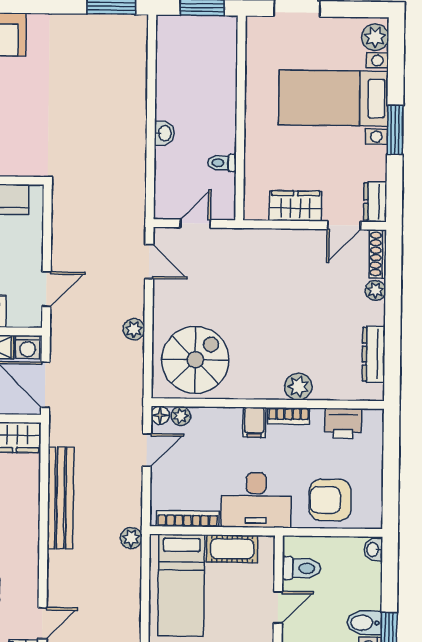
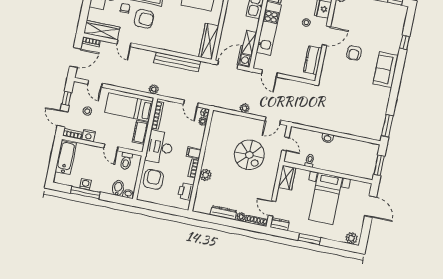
bed with nightstands: (333, 98) -> (326, 199), moved, turned 180
wardrobe: (295, 206) -> (287, 178), moved
dresser: (374, 354) -> (224, 213), moved
spiral stairs: (195, 360) -> (249, 155), moved
bidet: (364, 623) -> (118, 188), moved

